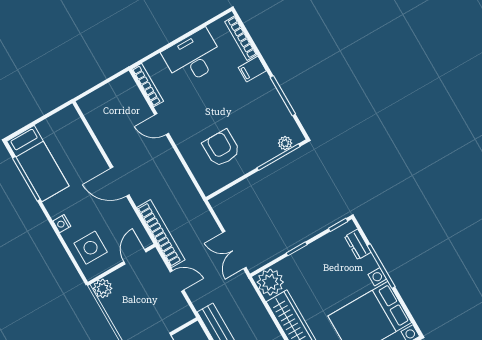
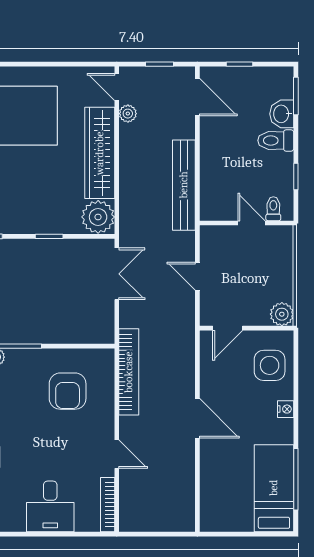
desk: (193, 57) -> (50, 506), width x0.73
bookcase: (161, 234) -> (129, 372), moved, turned 180

